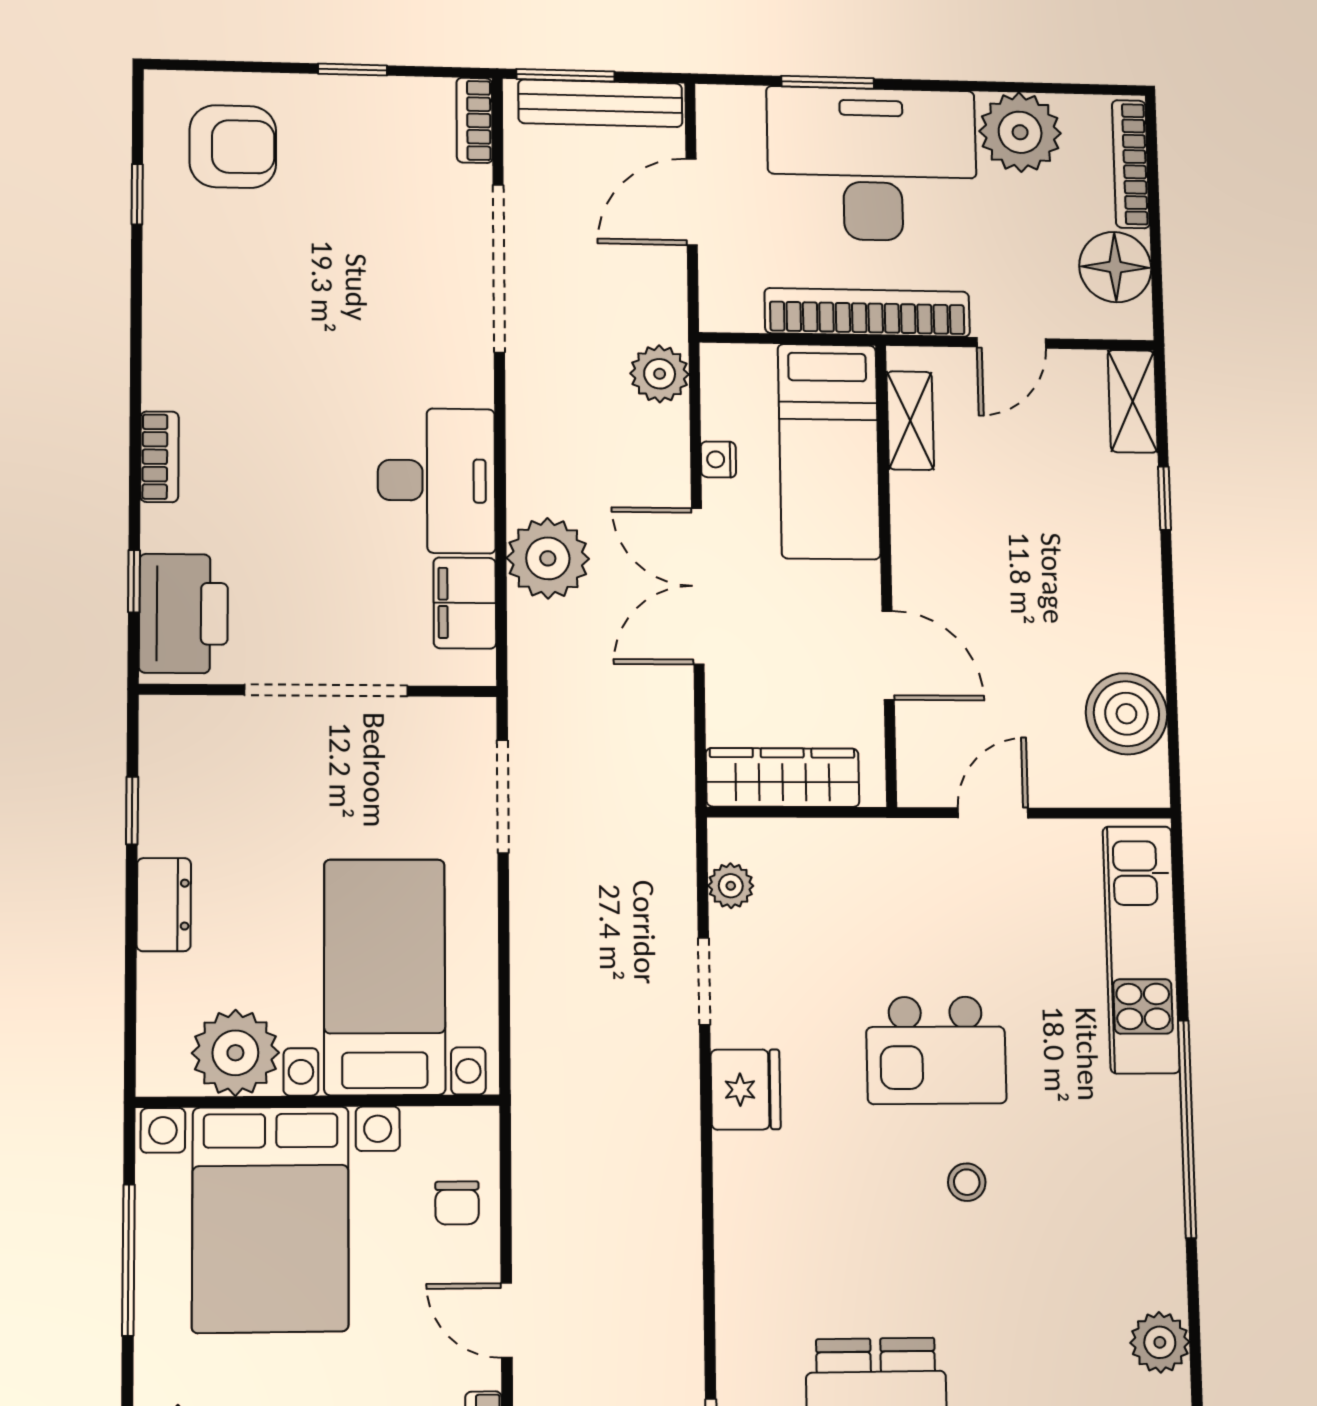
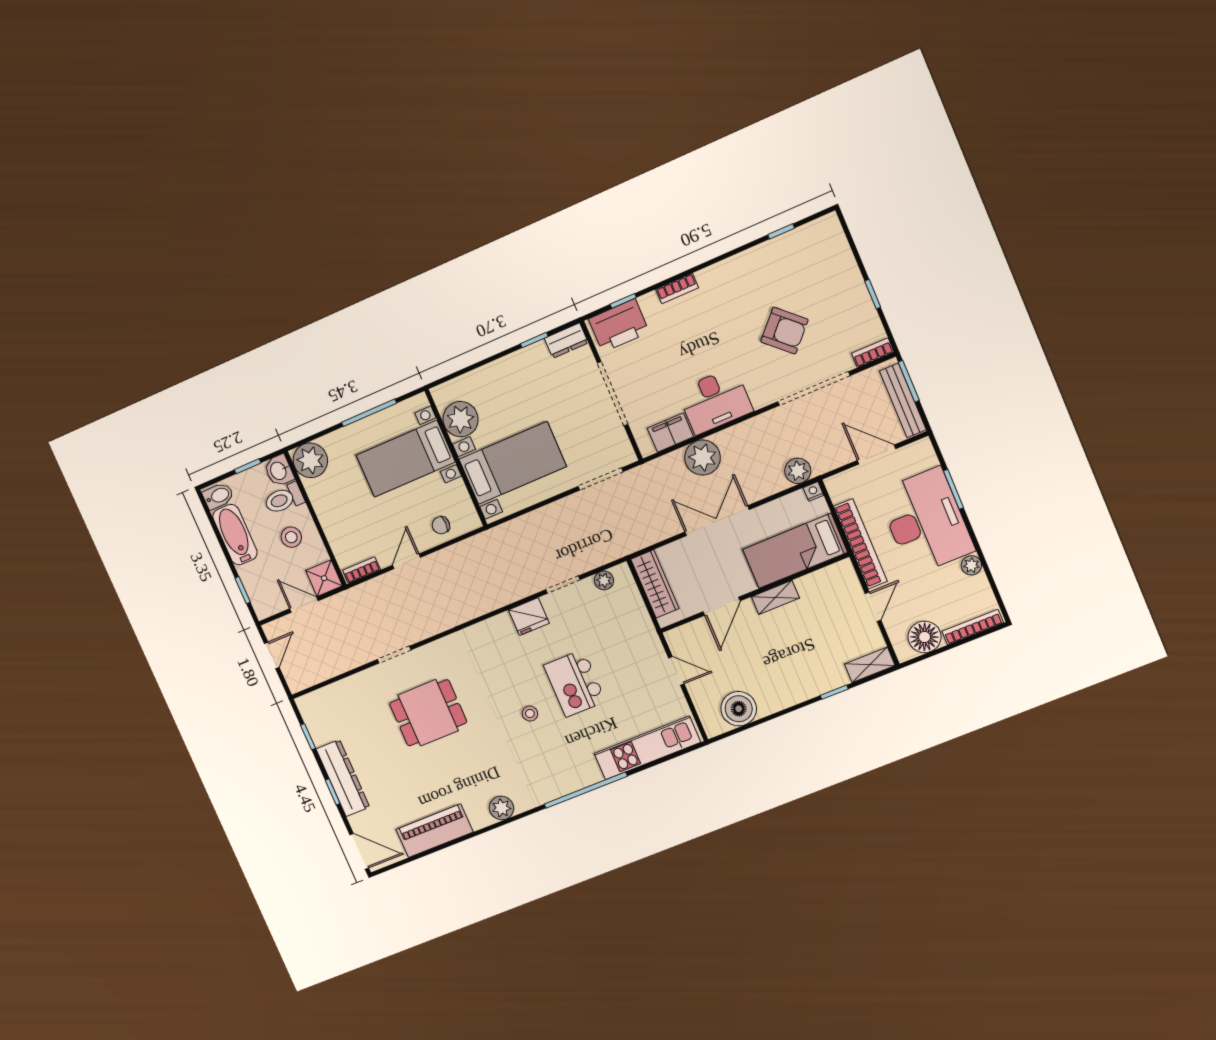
plant: (1020, 132) -> (971, 565), width x0.53, depth x0.53
armchair: (233, 147) -> (784, 331), moved, turned -47
door: (1011, 343) -> (873, 607), swing flipped
shelving: (910, 421) -> (775, 597), moved
nightstand: (718, 459) -> (813, 491), moved
dresser: (164, 905) -> (566, 341), moved
bed with nightstands: (270, 1219) -> (406, 459), width x0.73

